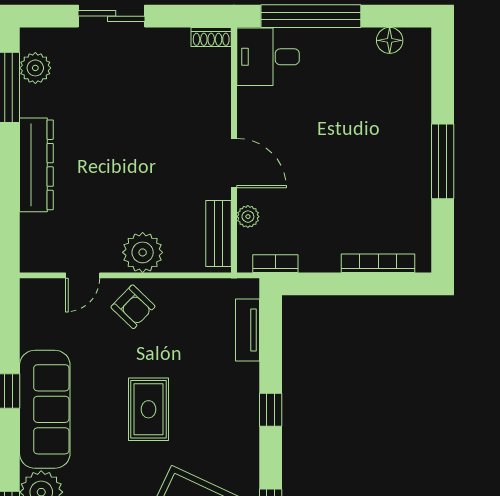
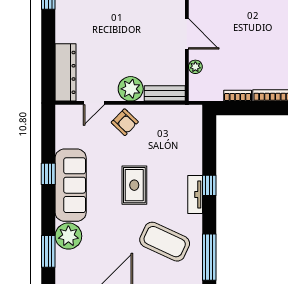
dresser: (36, 165) -> (66, 72), moved
bench: (219, 233) -> (165, 93), moved, turned 90
bookcase: (275, 264) -> (238, 96), moved
tv unit: (247, 330) -> (195, 194), moved

